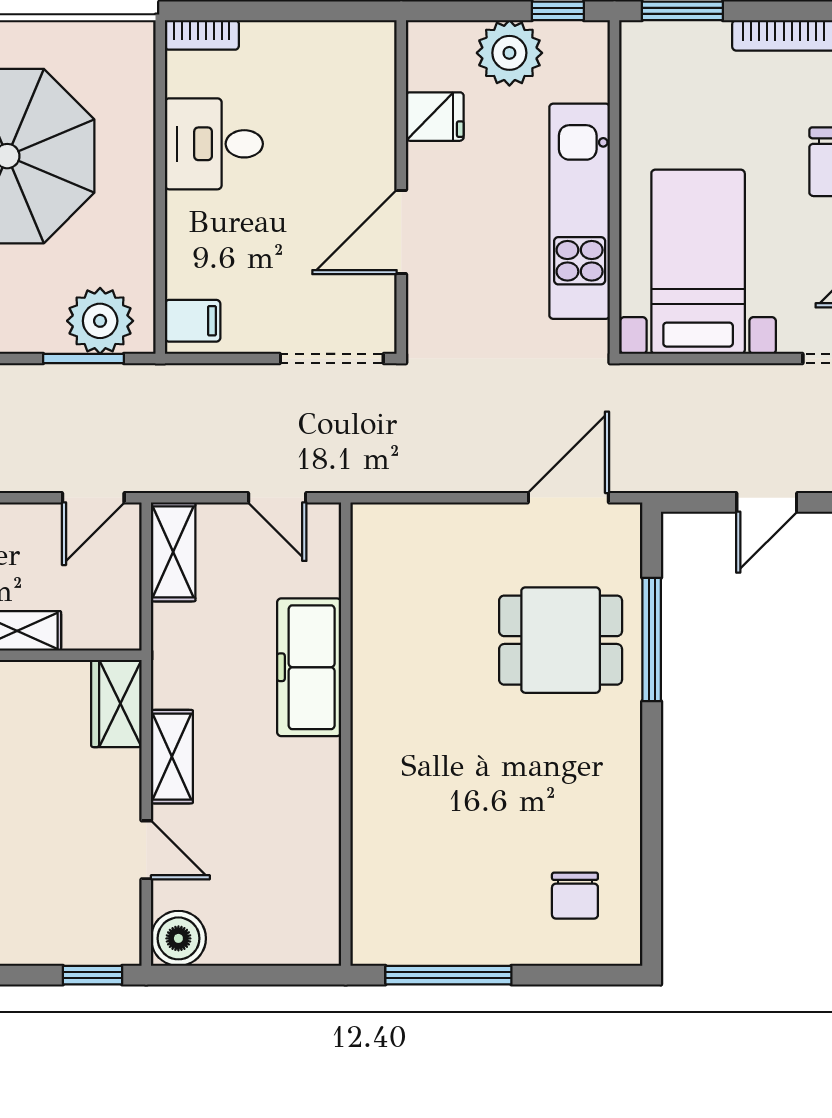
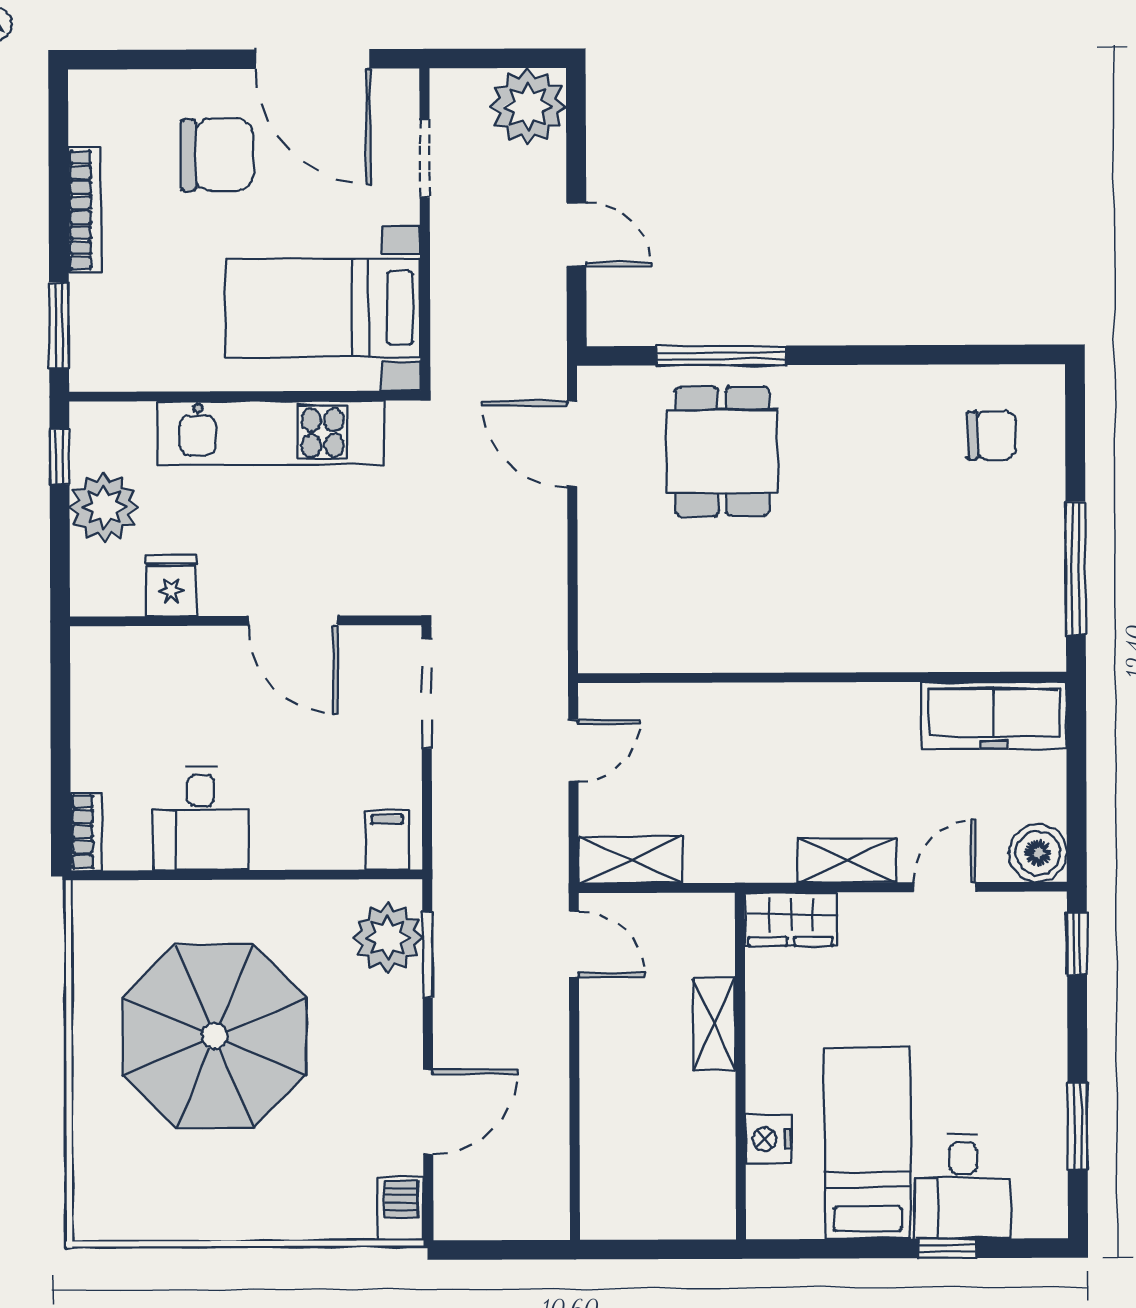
freezer: (309, 667) -> (994, 715), moved

